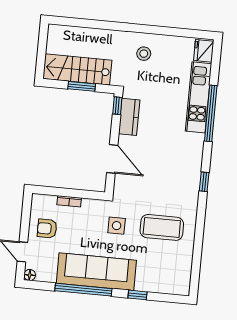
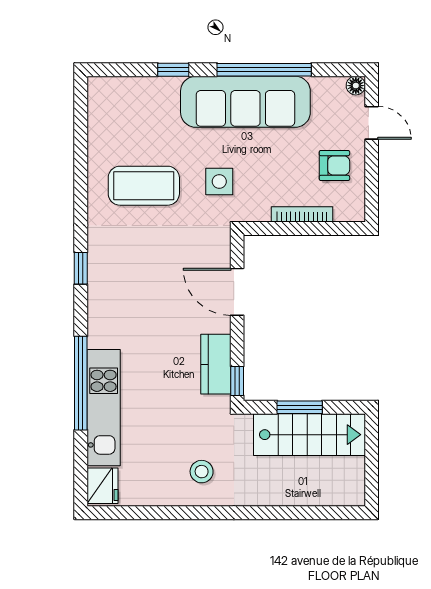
bookcase: (69, 201) -> (302, 214), width x1.56

